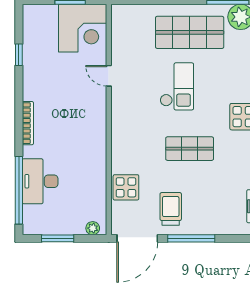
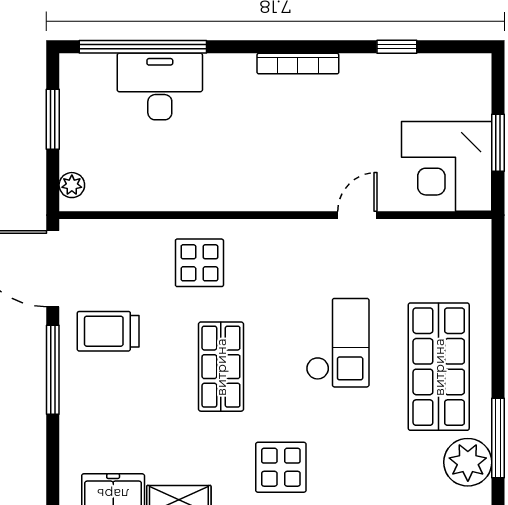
checkout: (177, 86) -> (338, 343), turned -90
bookcase: (28, 123) -> (298, 64), moved
display table: (126, 187) -> (199, 263), moved
trolley: (171, 209) -> (108, 331), turned 180

